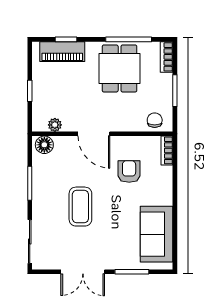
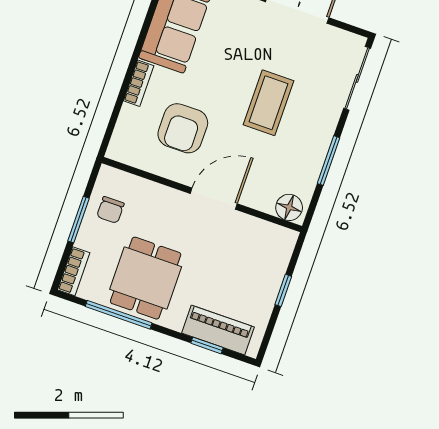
chair: (155, 120) -> (110, 210), moved
plant: (55, 125) -> (265, 230), removed
door: (94, 134) -> (214, 199), hinge flipped
bookcase: (167, 150) -> (139, 83), moved
armchair: (129, 171) -> (183, 128), width x1.38, depth x1.38

